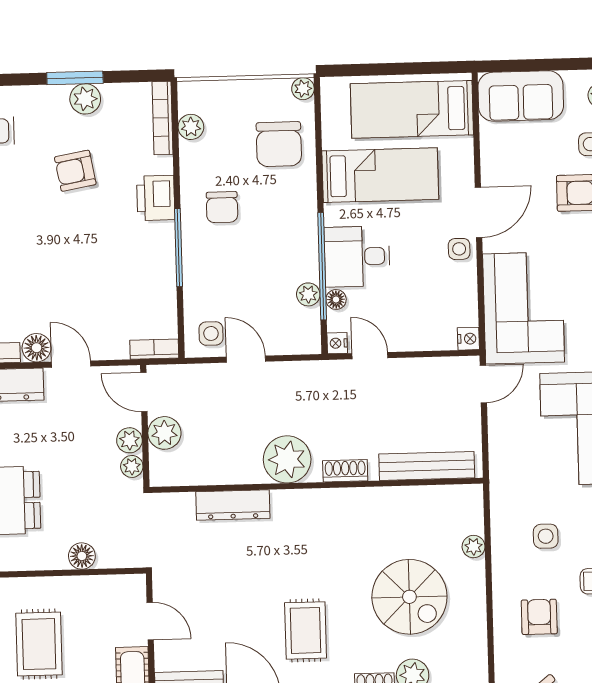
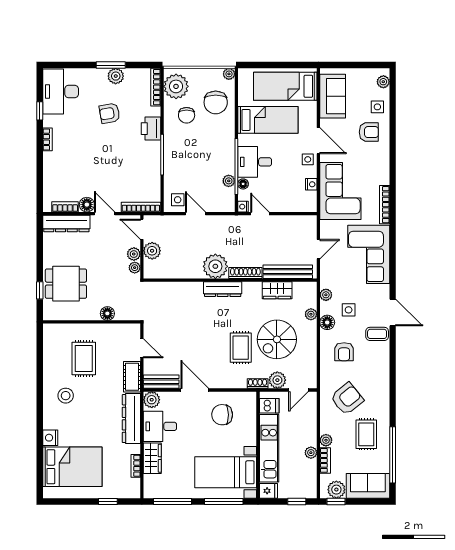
sofa: (521, 96) -> (333, 96), moved, turned -90
plant: (191, 127) -> (176, 86), width x1.87, depth x1.87
chair: (222, 207) -> (187, 115), moved
door: (479, 212) -> (318, 141), hinge flipped
nightstand: (468, 339) -> (311, 184), moved
bookcase: (154, 349) -> (141, 207), width x1.56
door: (483, 384) -> (318, 249), moved
shoe rack: (345, 471) -> (245, 273), width x1.43
wardrobe: (407, 502) -> (277, 290), added
dresser: (233, 505) -> (223, 289), moved
plant: (501, 508) -> (326, 295), added
floor lamp: (505, 561) -> (327, 322), added
spiral stairs: (409, 597) -> (277, 339), turned 90
armchair: (539, 617) -> (344, 352), turned 180
rug: (306, 630) -> (241, 348), moved

